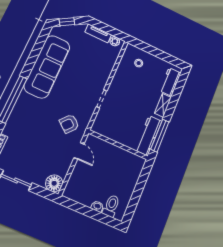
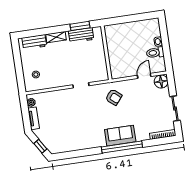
sofa: (47, 67) -> (120, 136), moved, width x0.54, depth x0.79
workbench: (148, 136) -> (81, 35), width x0.73
window: (160, 136) -> (80, 26), width x0.69
door: (79, 151) -> (144, 76), moved
toilet: (111, 206) -> (155, 53), moved

